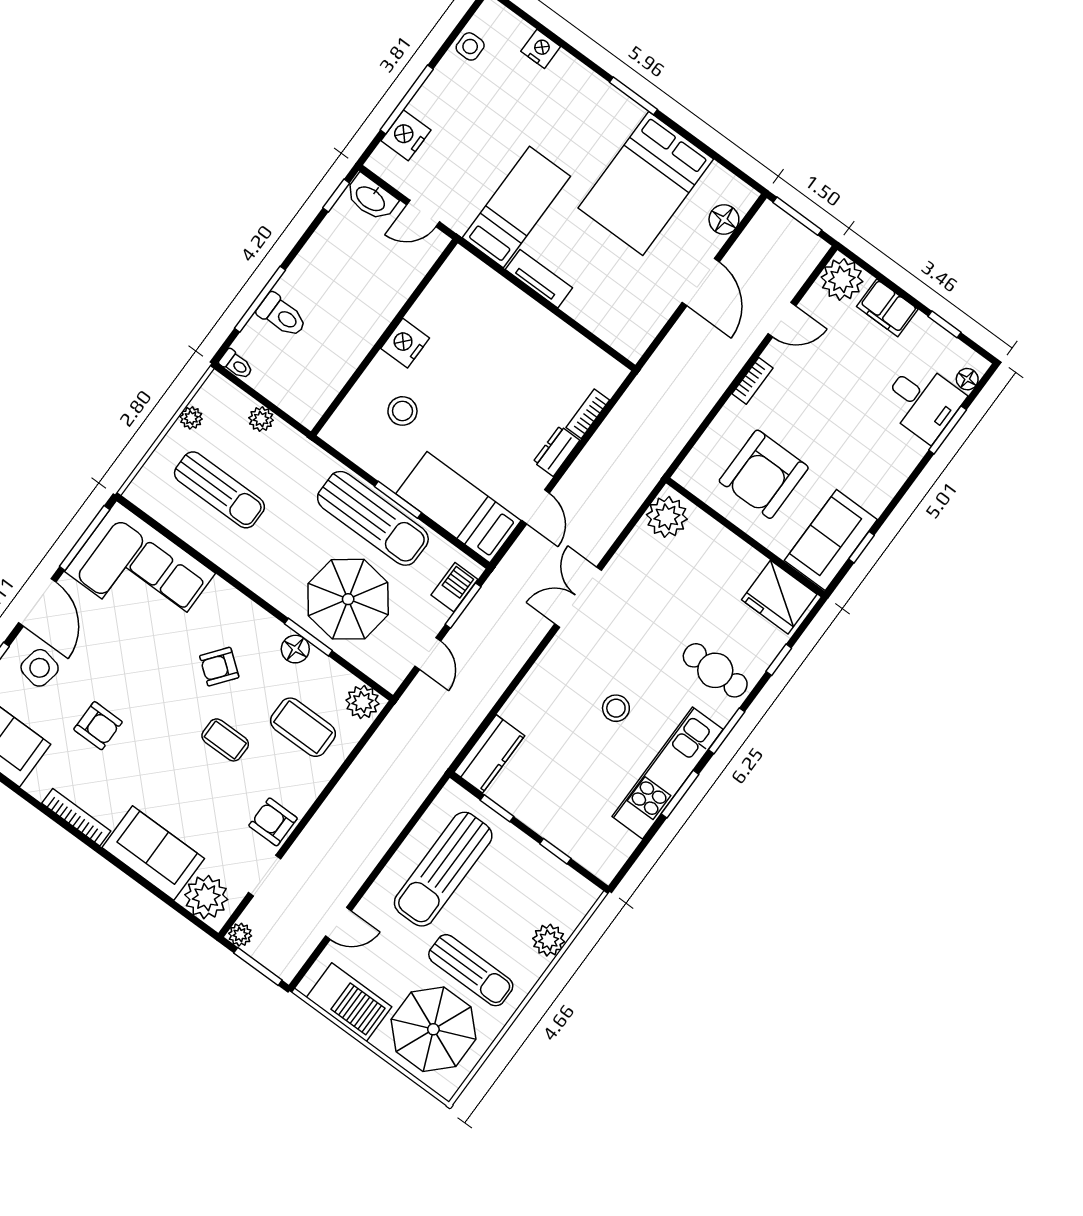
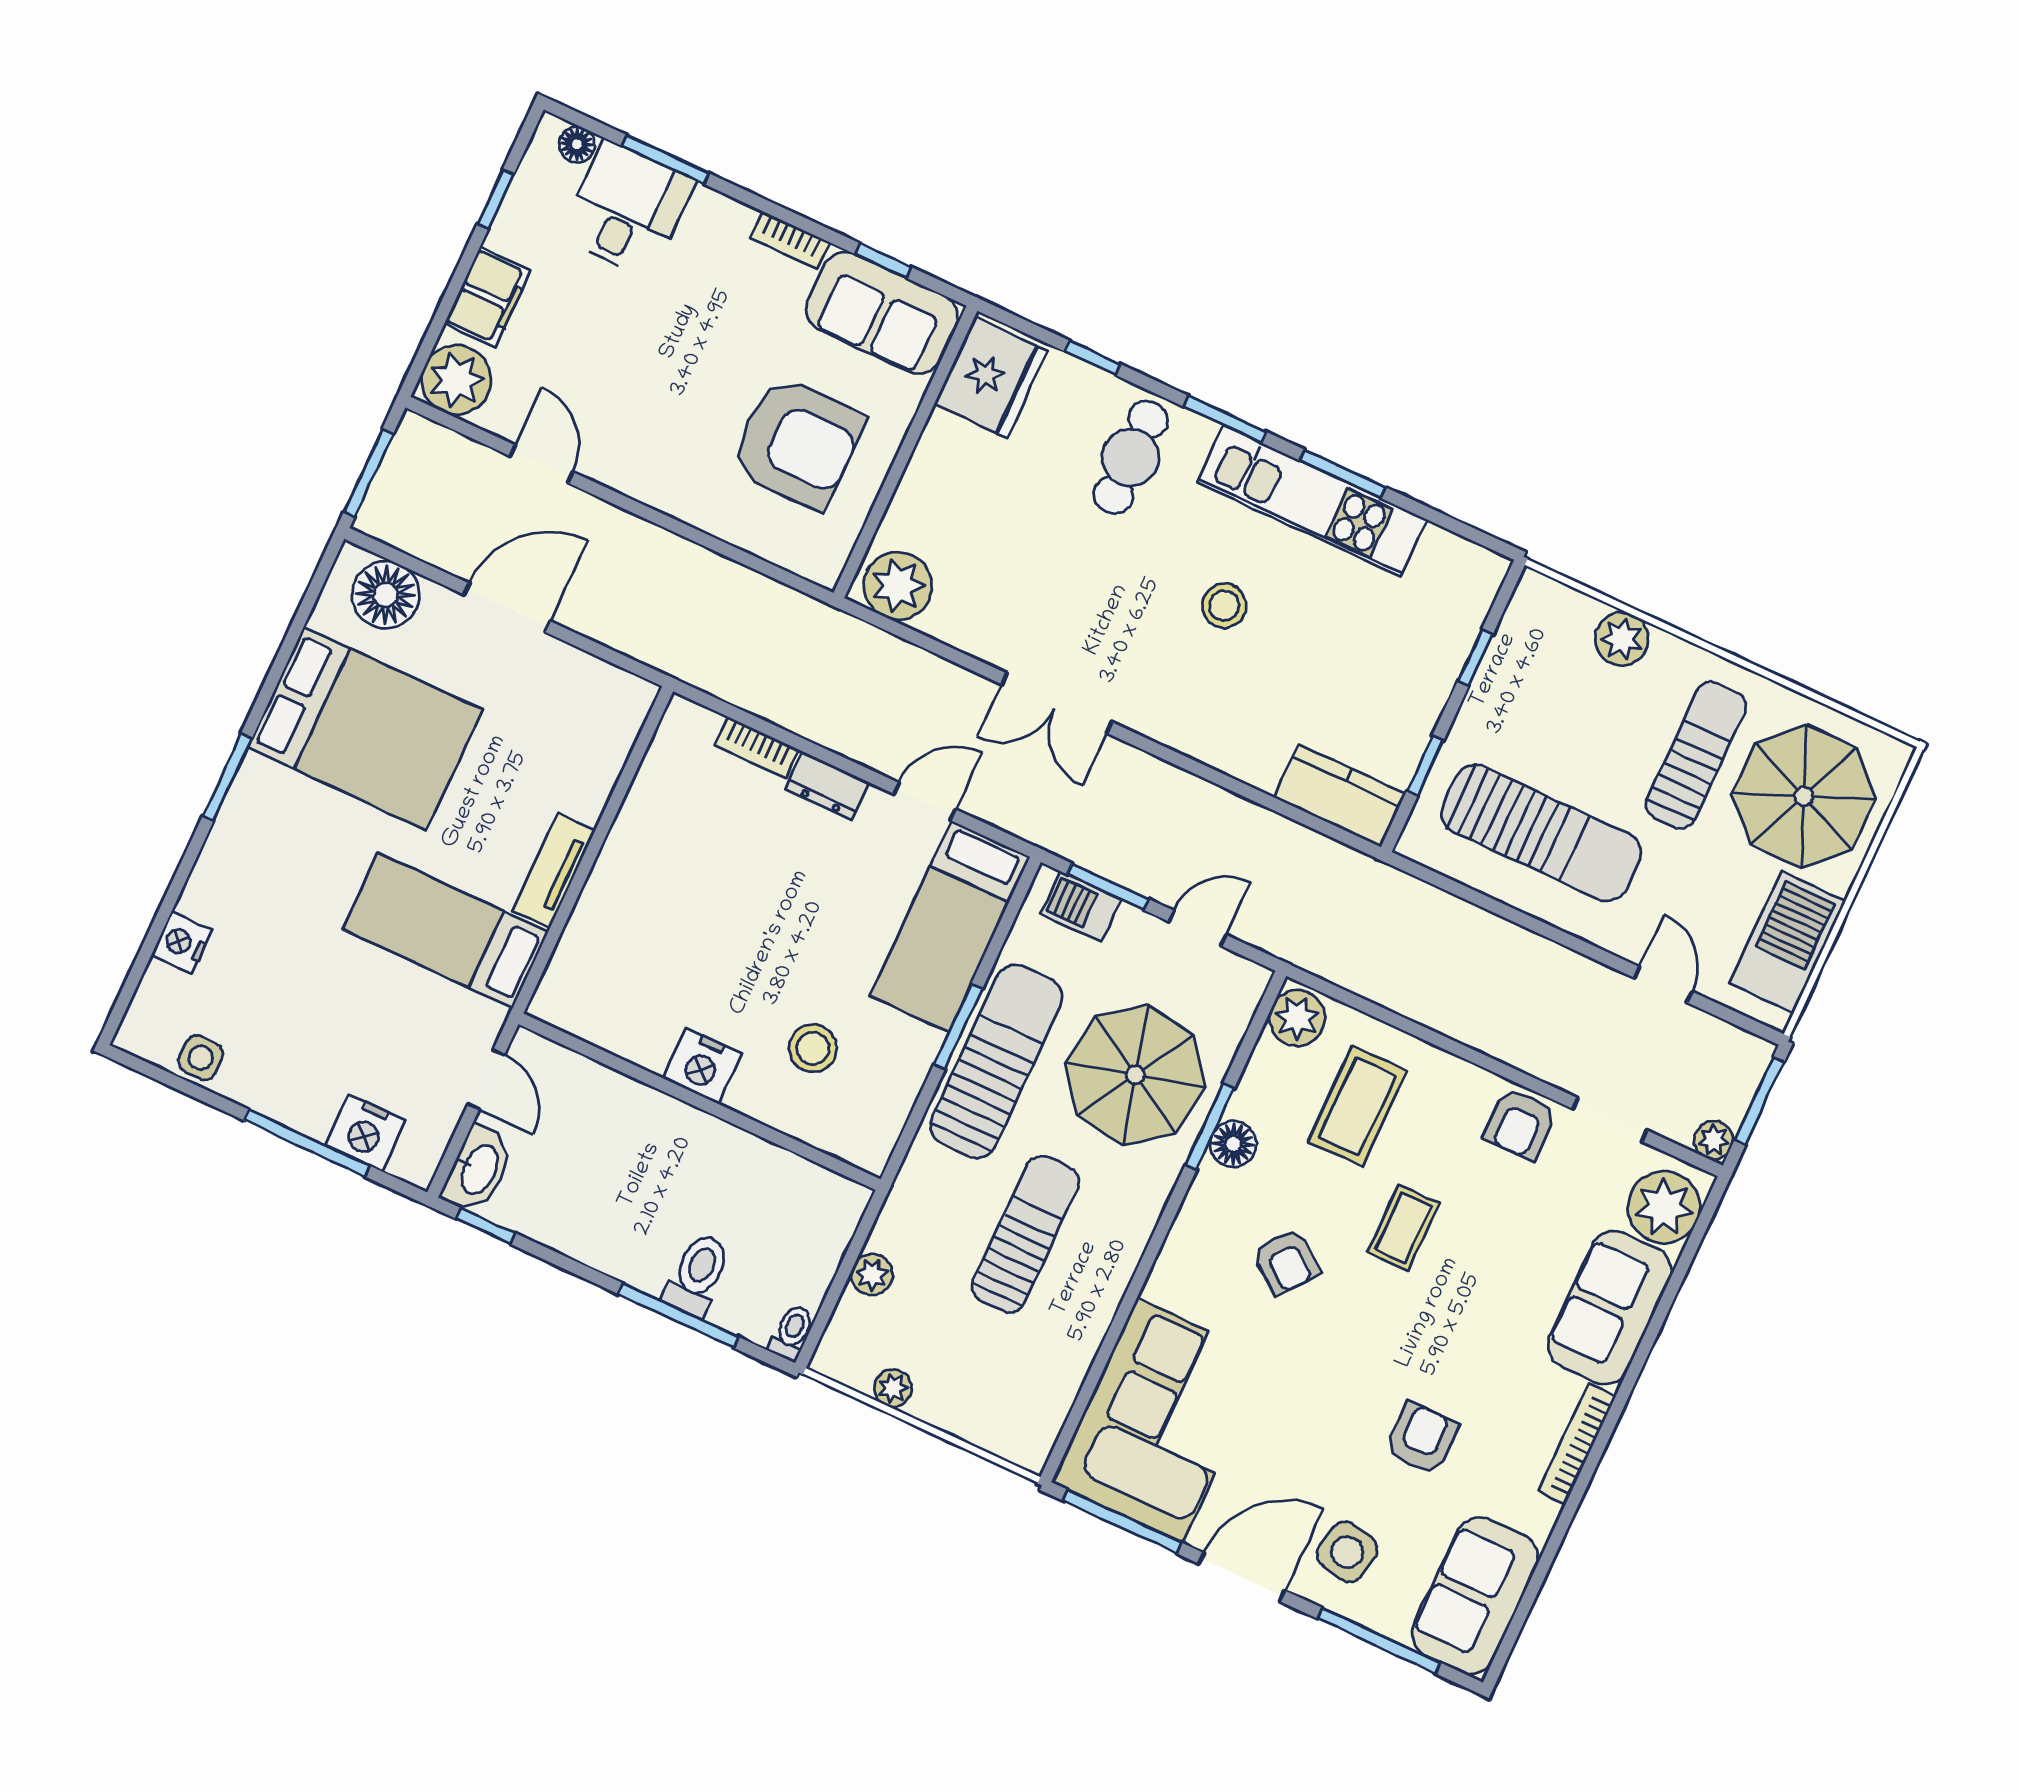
floor lamp: (724, 219) -> (386, 595), width x1.38, depth x1.38
bookcase: (753, 381) -> (790, 240), moved, turned 180
sun lounger: (219, 490) -> (1026, 1234), moved

